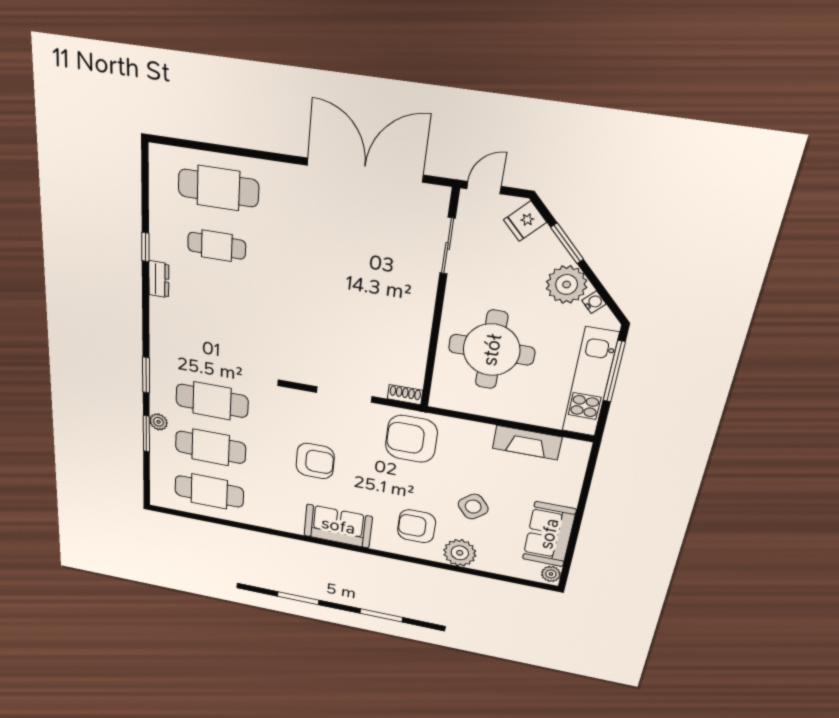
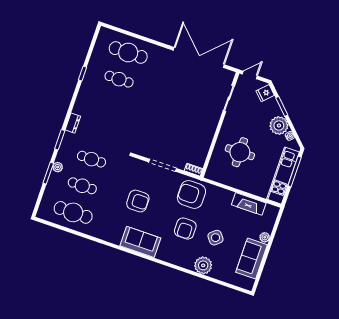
dresser: (159, 279) -> (73, 123), moved
round table: (492, 350) -> (240, 152), width x0.73, depth x0.73
cafe table: (212, 401) -> (91, 159), width x0.73, depth x0.74
cafe table: (211, 447) -> (82, 186), width x0.73, depth x0.74
armchair: (417, 526) -> (185, 229), moved, turned -90
plant: (551, 574) -> (265, 237), moved

